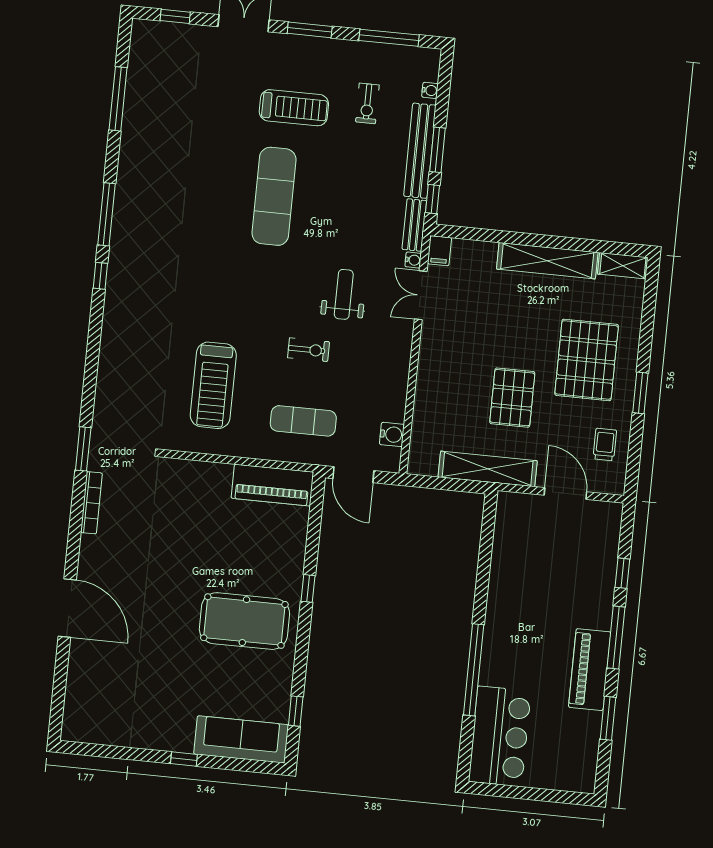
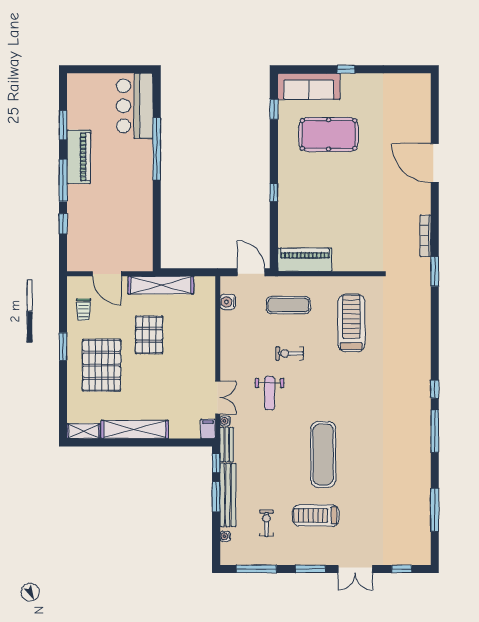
pool table: (244, 621) -> (329, 134), moved

